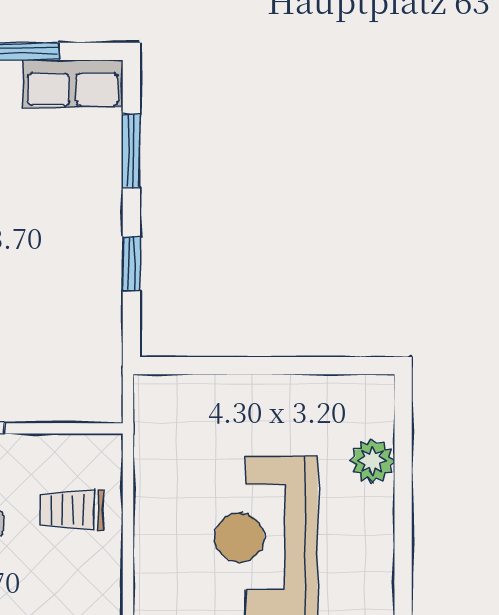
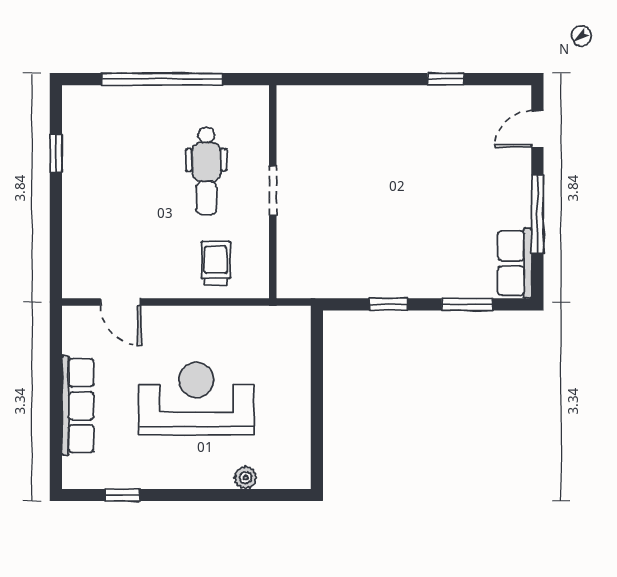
plant: (372, 461) -> (246, 478), width x0.73, depth x0.73

